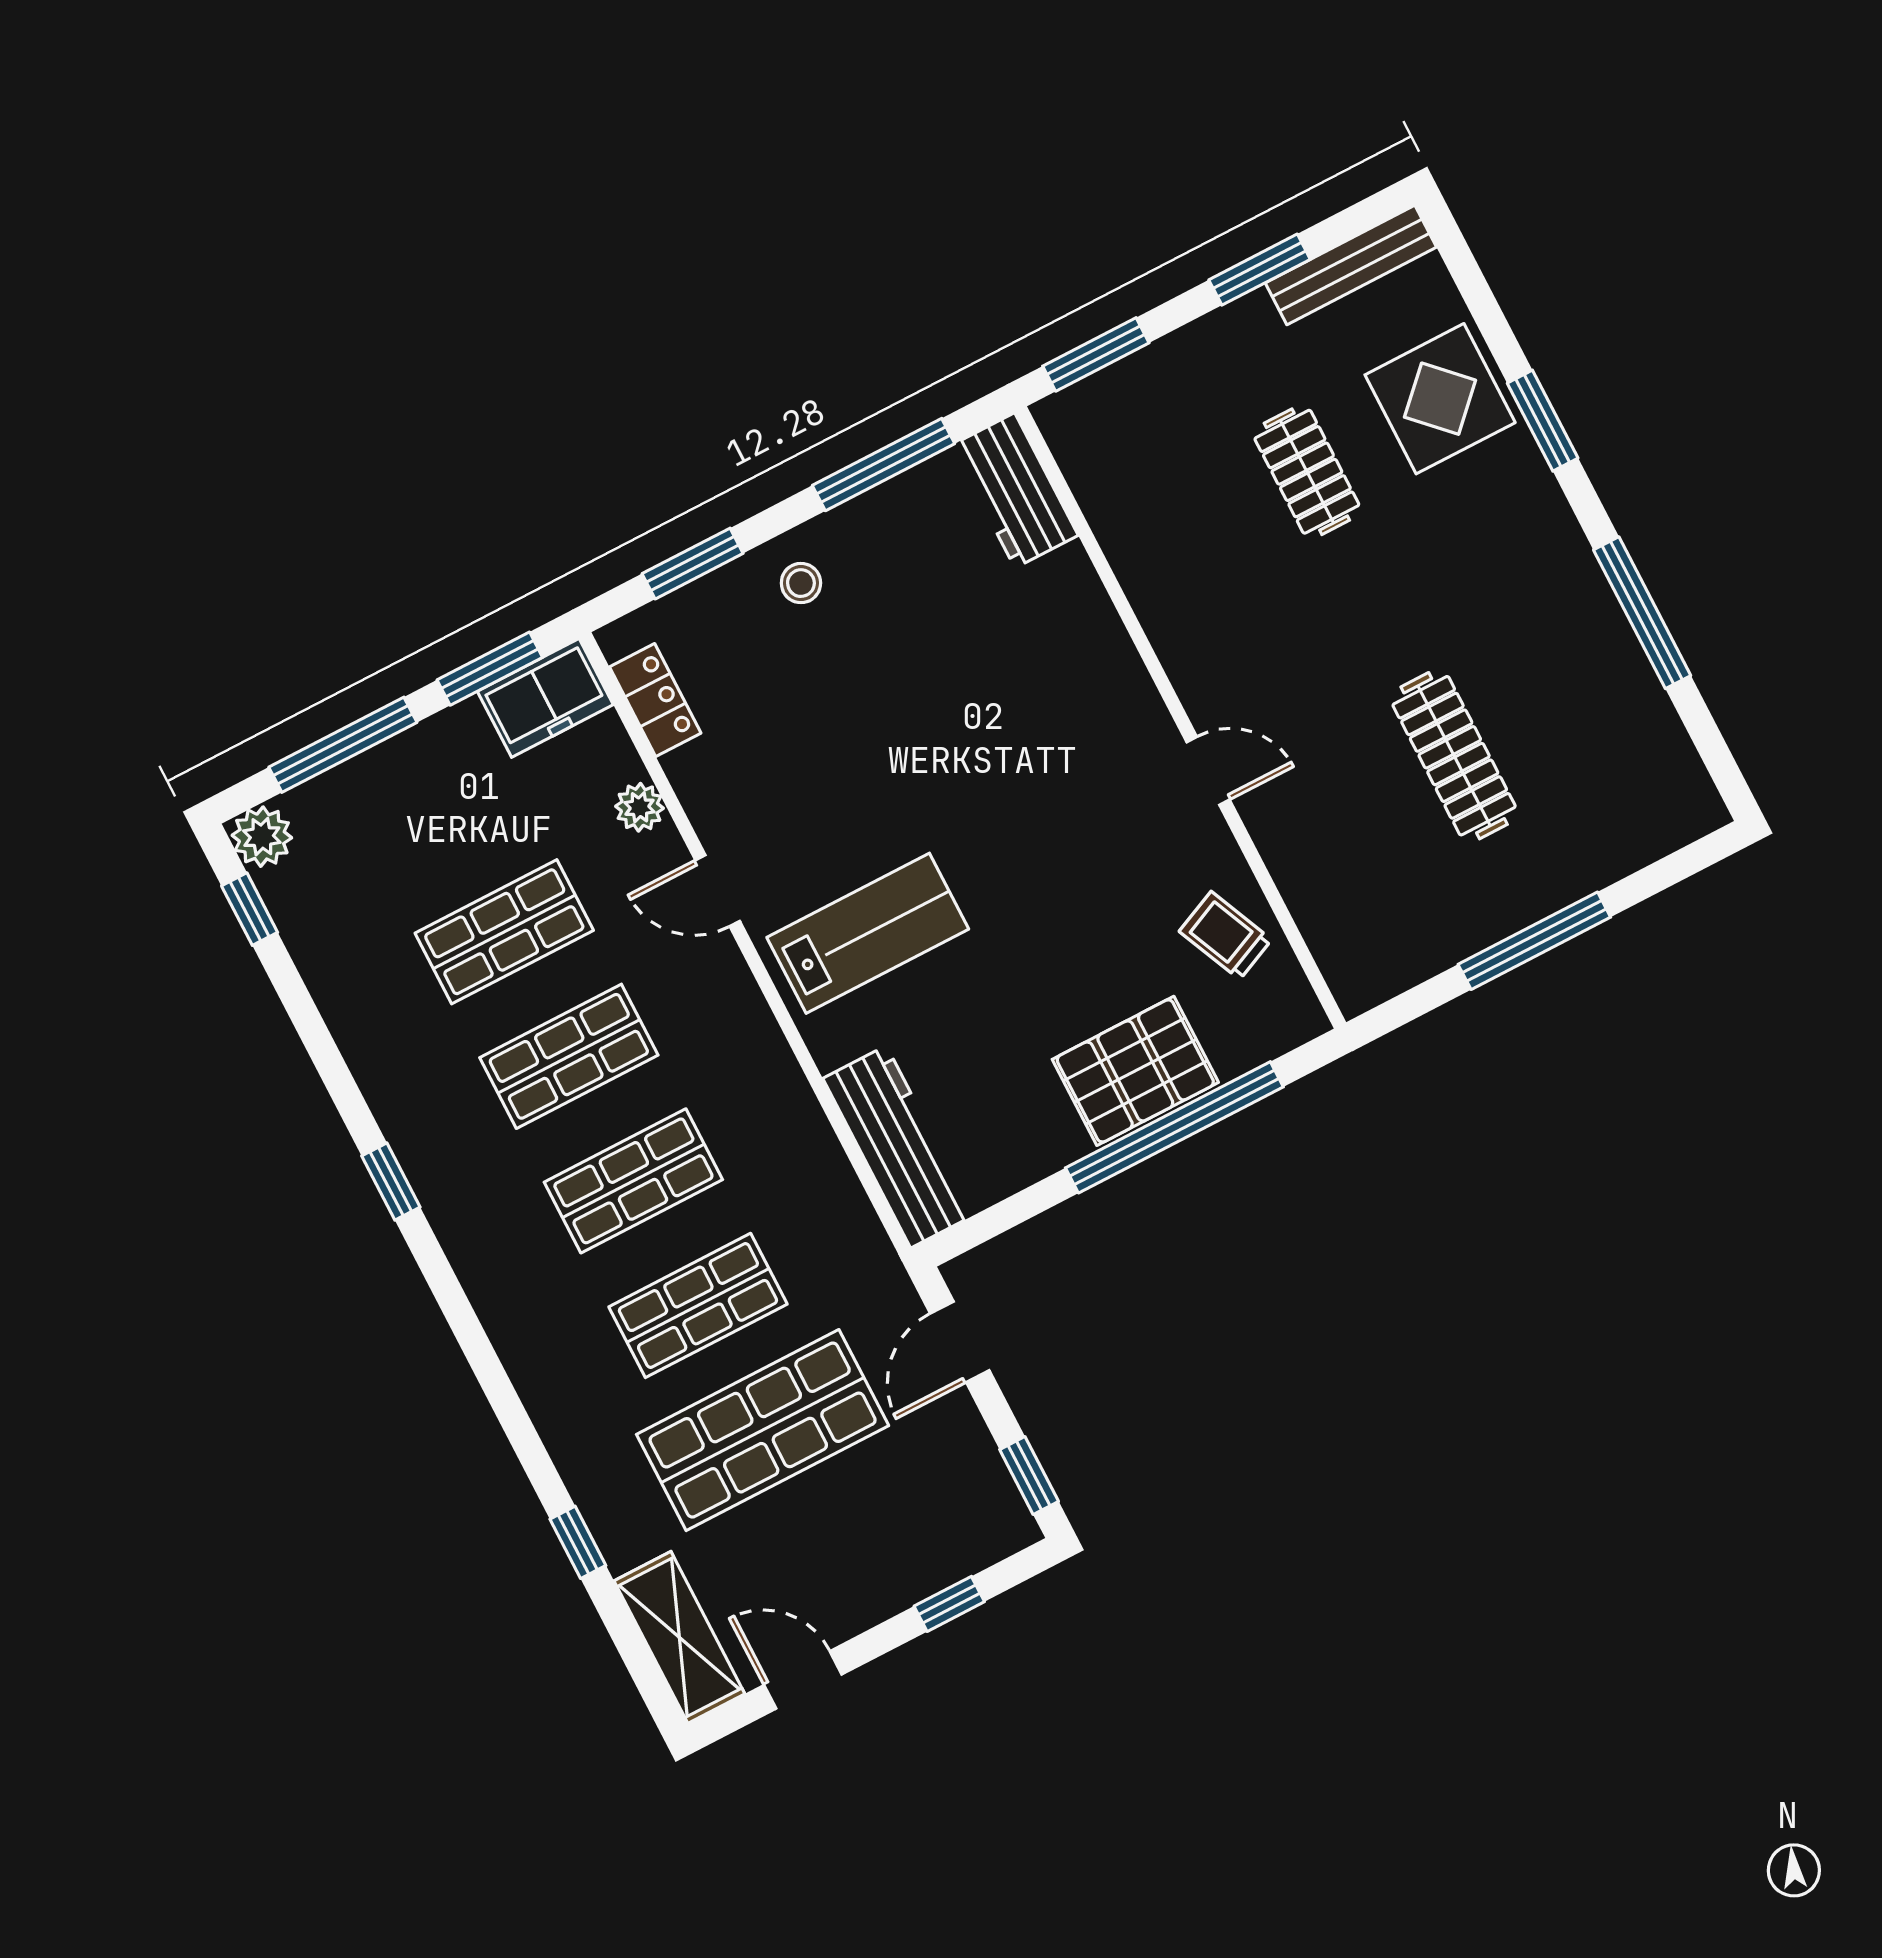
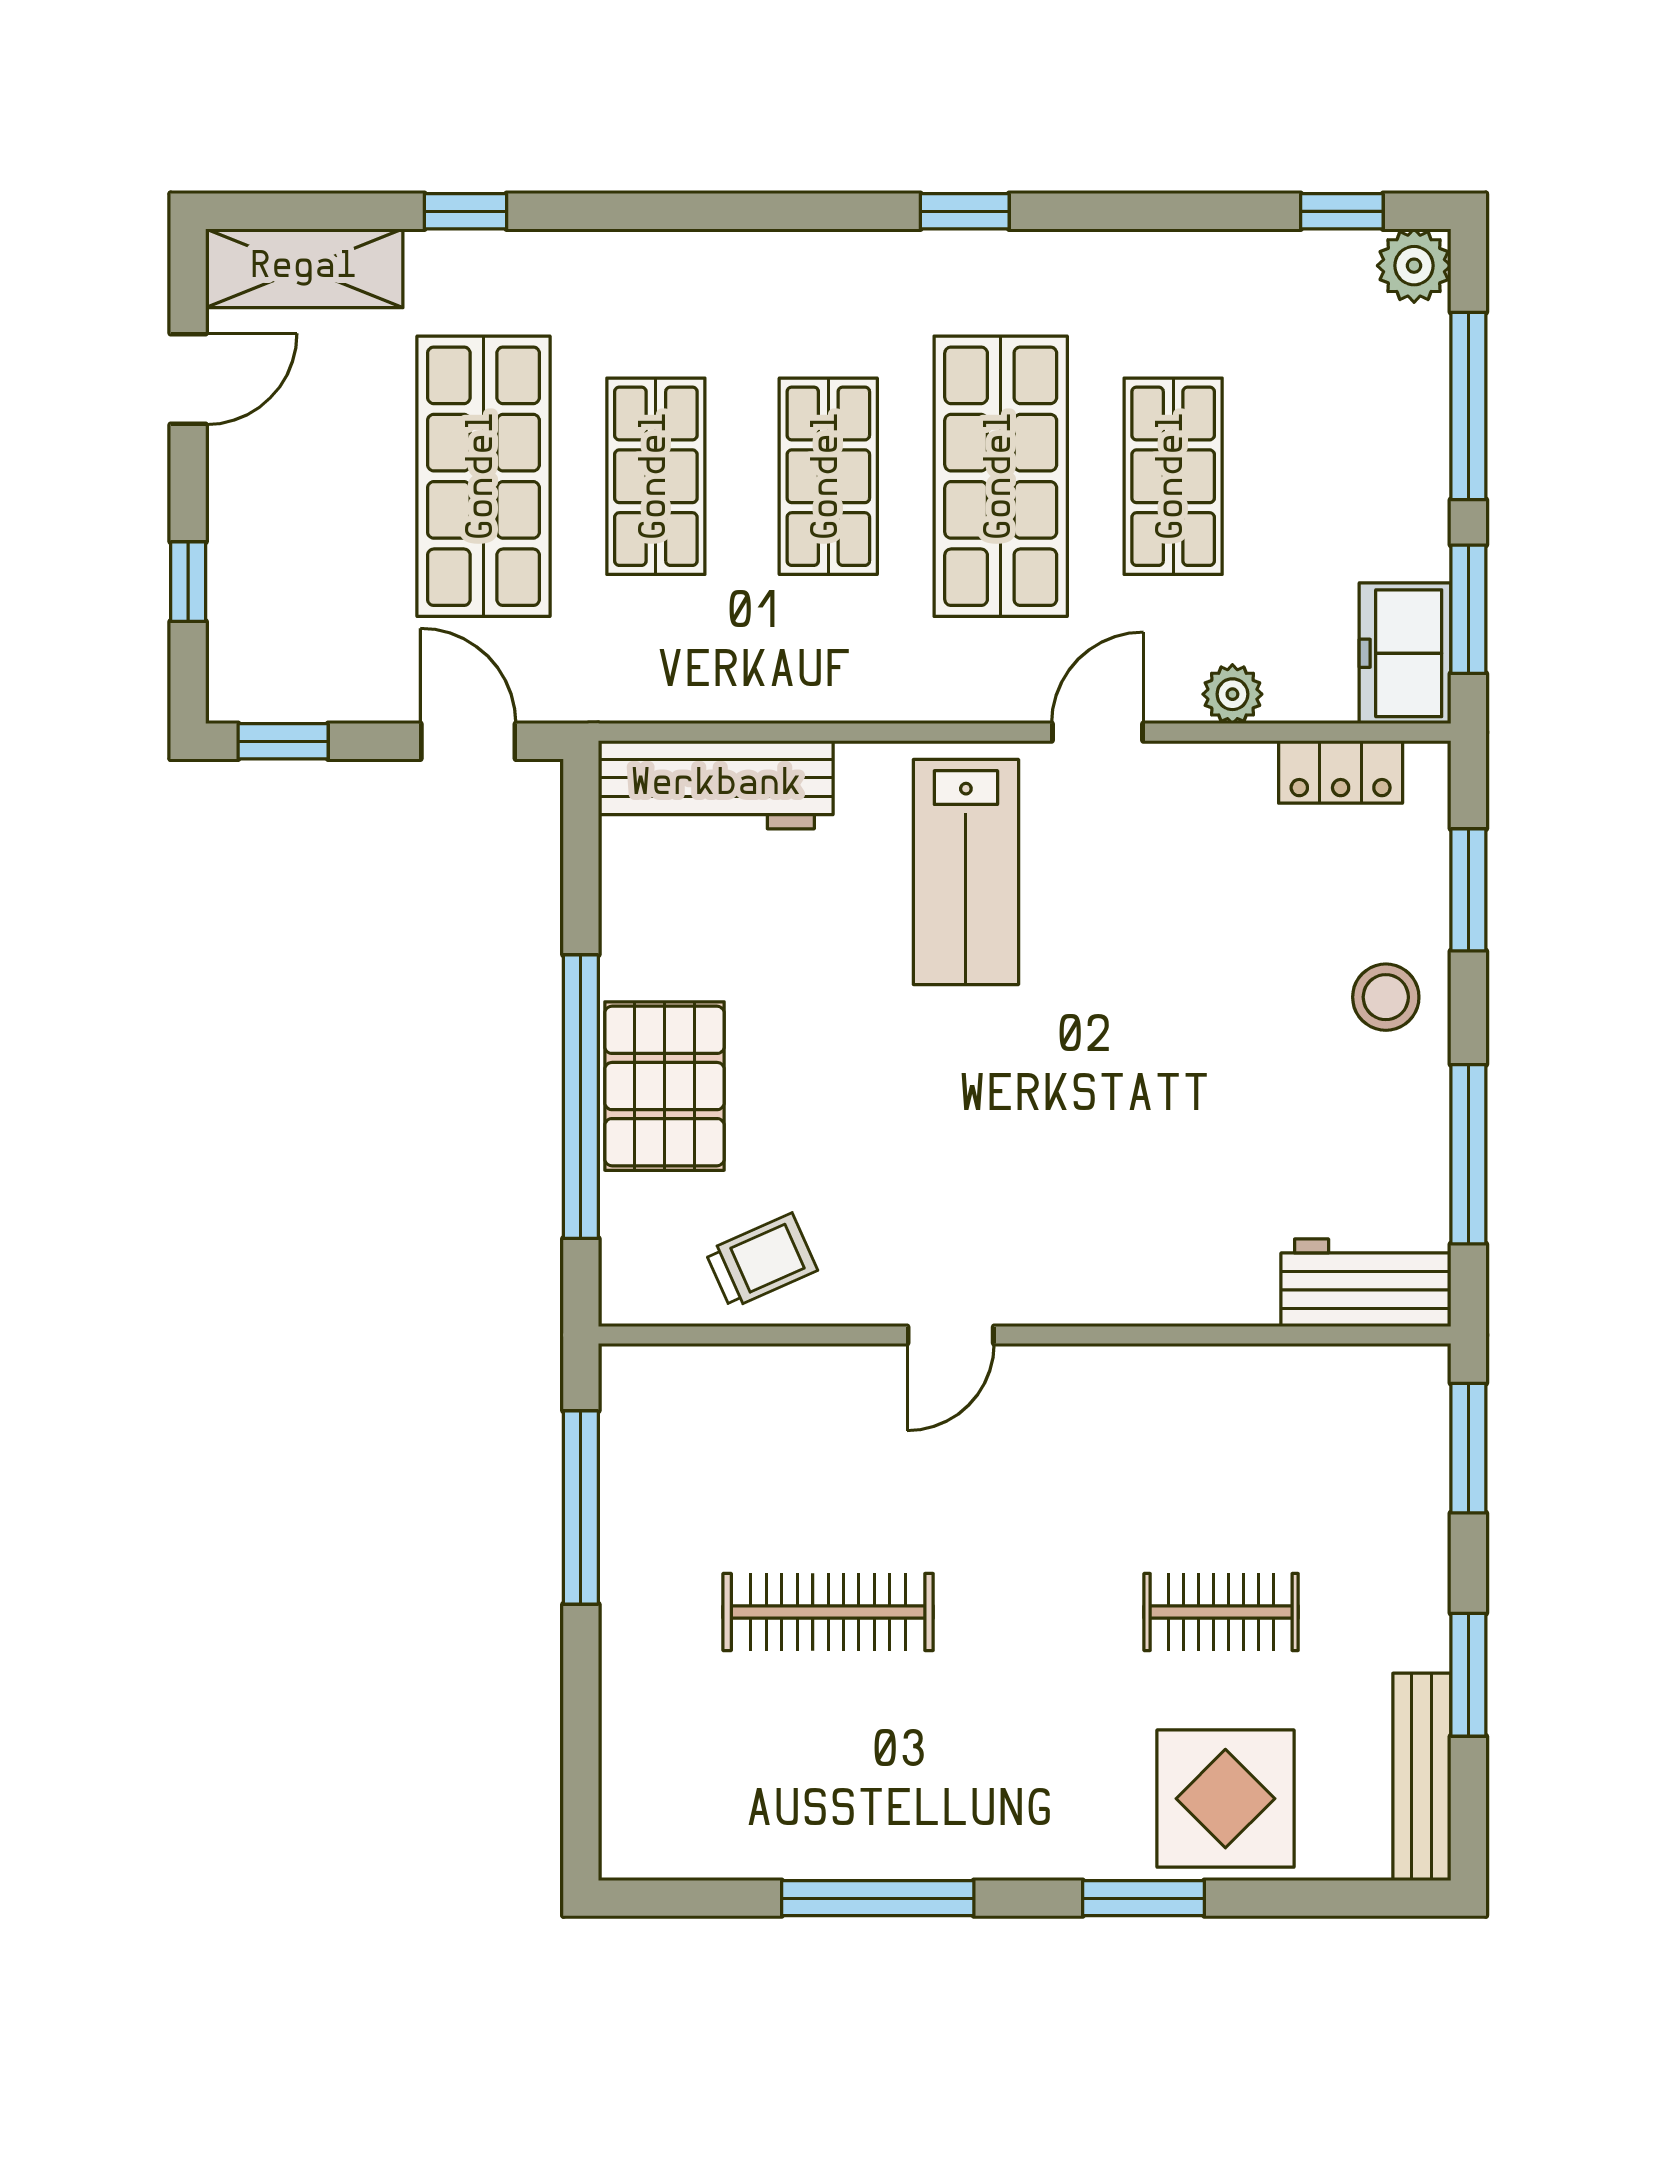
stool: (801, 583) -> (1386, 997), width x1.37, depth x1.37
window: (1534, 941) -> (581, 1508), moved
shop shelf: (569, 1056) -> (1001, 476), width x1.43, depth x1.36

